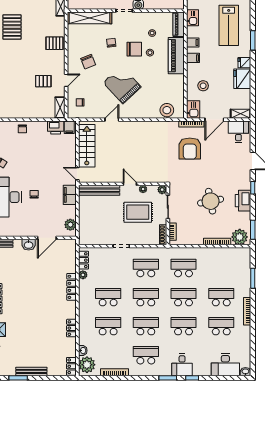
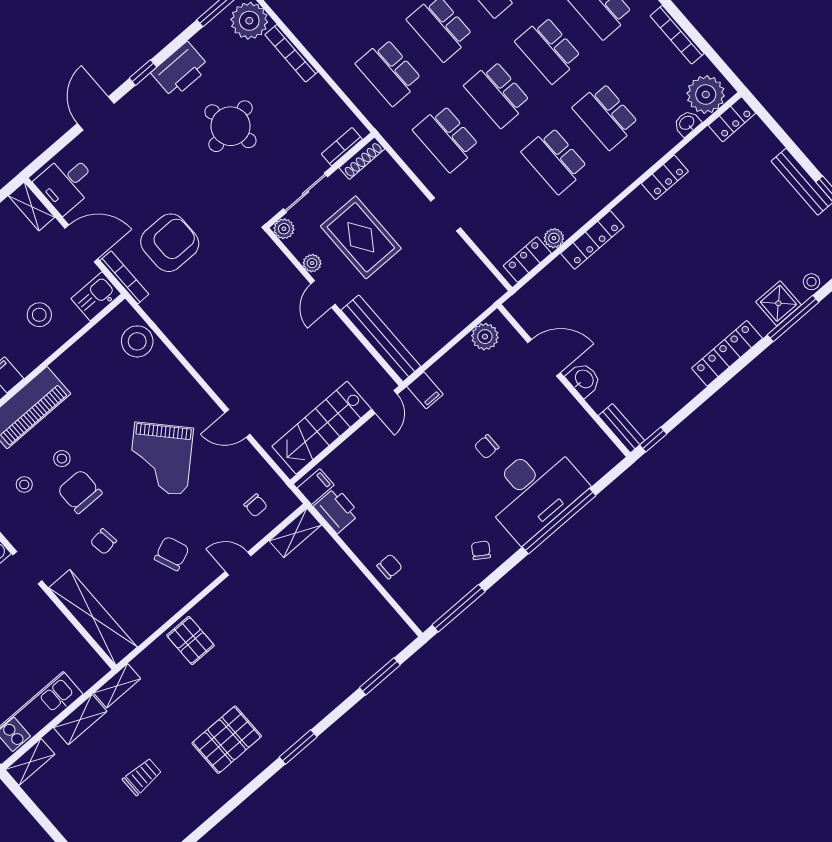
pallet: (43, 81) -> (274, 602), removed
filing cabinet: (70, 195) -> (425, 390), width x0.50

